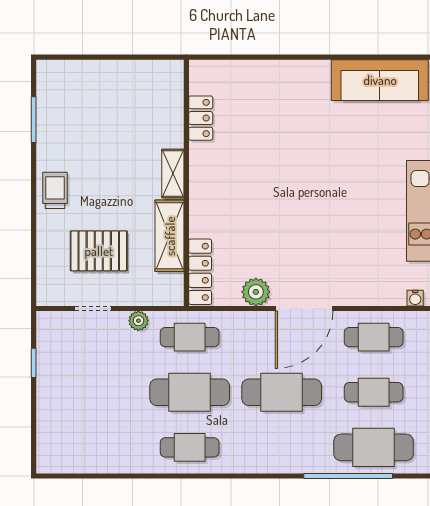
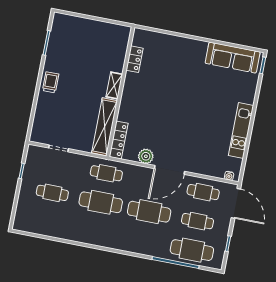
shelving: (170, 236) -> (104, 127), width x1.47
pallet: (99, 251) -> (67, 119), removed
plant: (138, 321) -> (81, 159), removed
cafe table: (190, 447) -> (52, 193), moved

